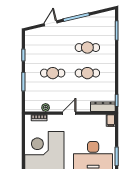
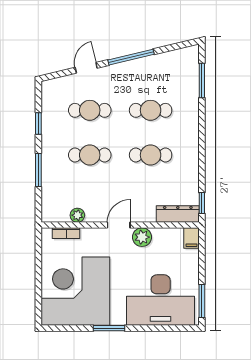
cafe table: (53, 48) -> (90, 110), added
plant: (82, 120) -> (142, 237), added

